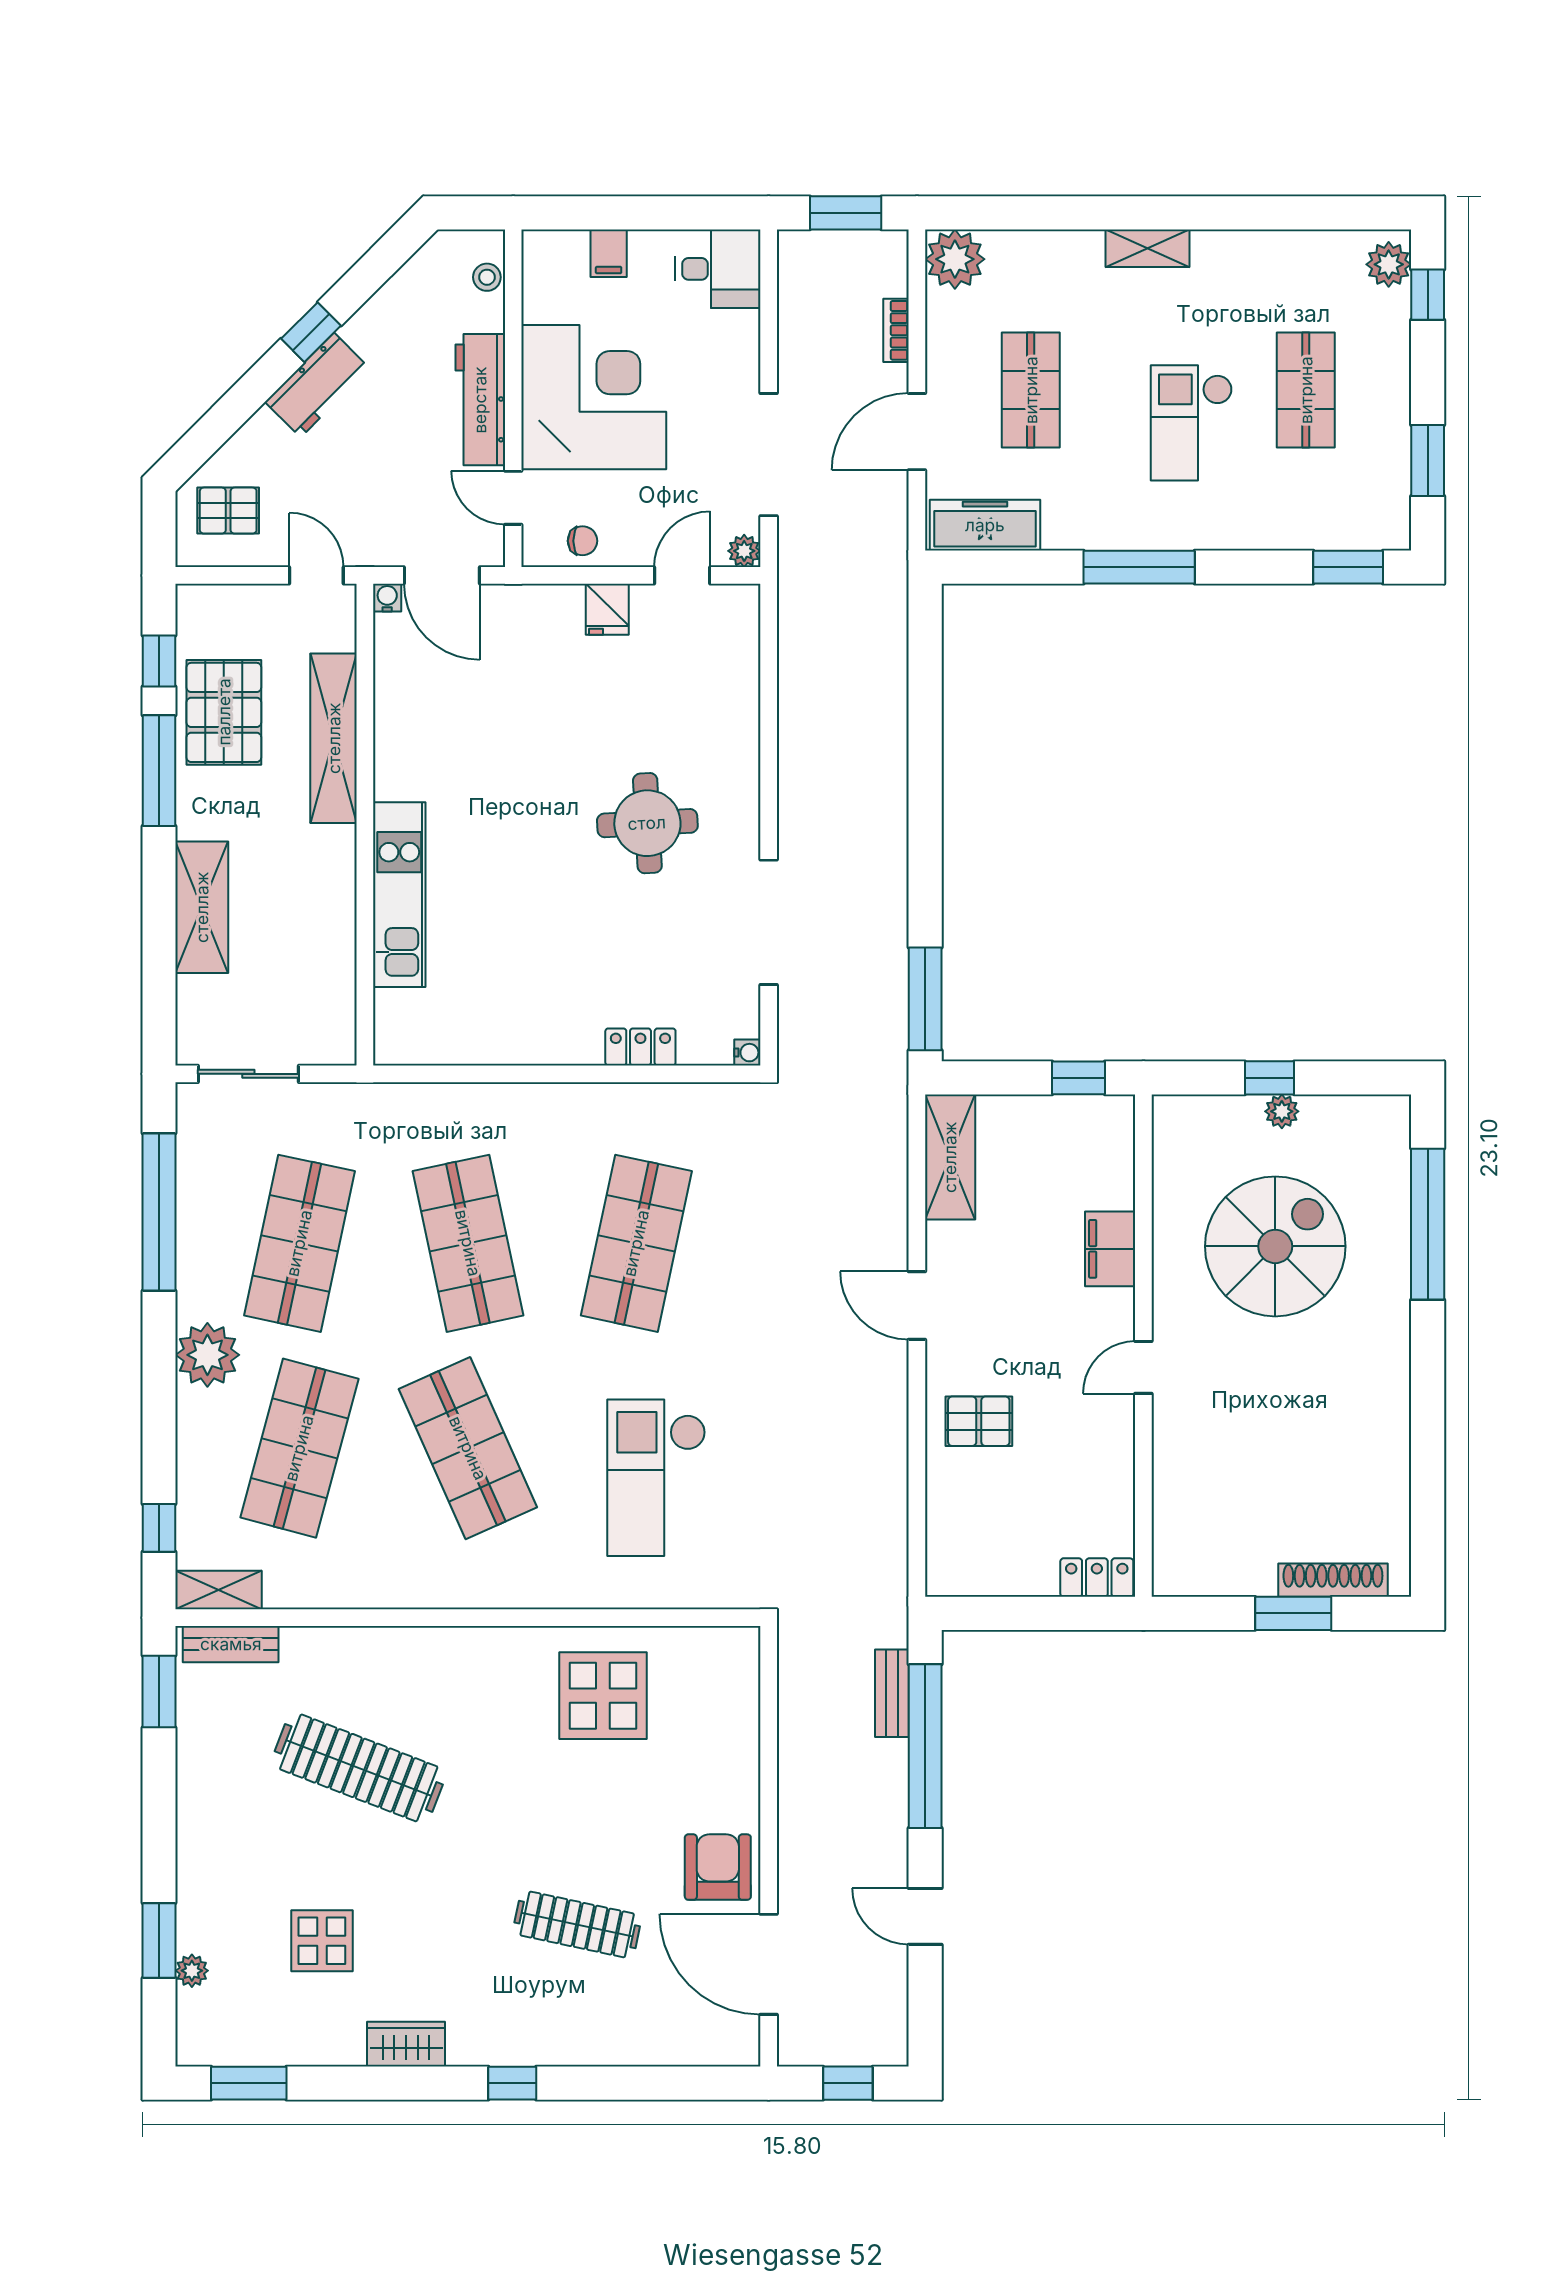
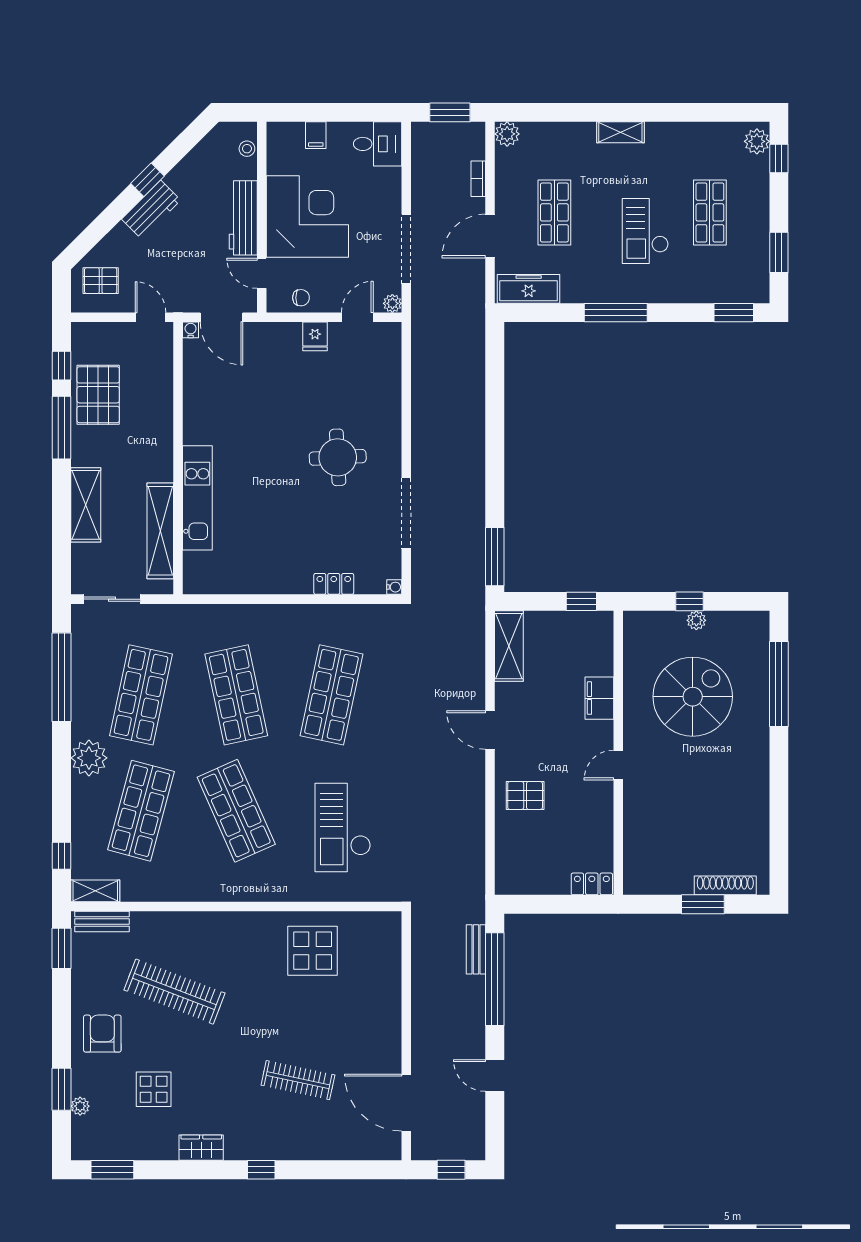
plant: (955, 259) -> (507, 134), width x0.73, depth x0.73
shelving: (334, 738) -> (160, 531), moved
armchair: (718, 1867) -> (102, 1034), moved

